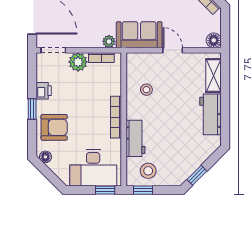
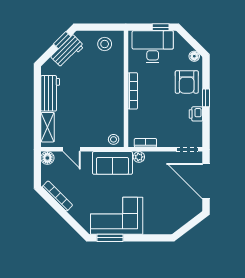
door: (173, 50) -> (72, 149), moved
plant: (78, 62) -> (166, 139), removed
stool: (146, 90) -> (114, 139), moved
armchair: (54, 127) -> (187, 82), turned -90
workbench: (136, 138) -> (67, 51), moved, turned -135
window: (105, 190) -> (161, 27), moved
window: (143, 190) -> (109, 27), removed

